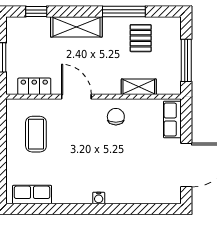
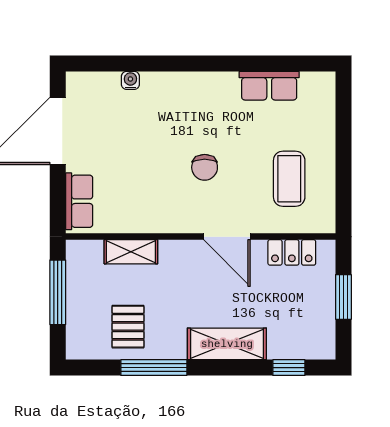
chair: (116, 117) -> (205, 167), moved
row of seats: (32, 195) -> (269, 86), moved
water cooler: (99, 198) -> (130, 80), moved

